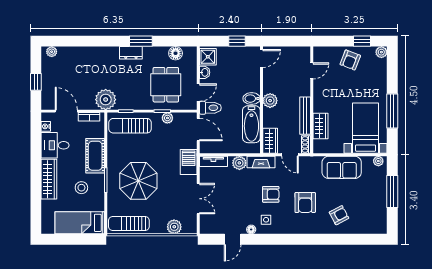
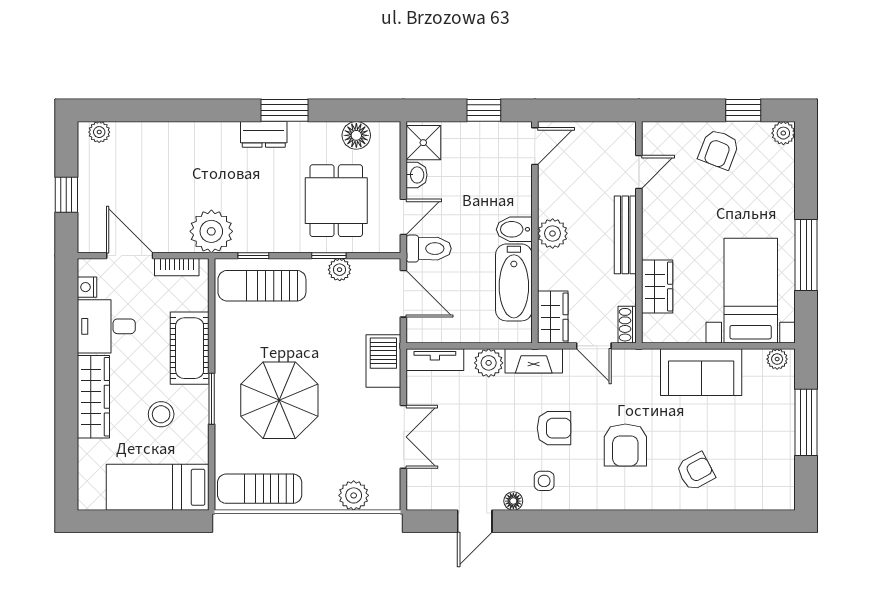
bench: (305, 116) -> (625, 235), moved

